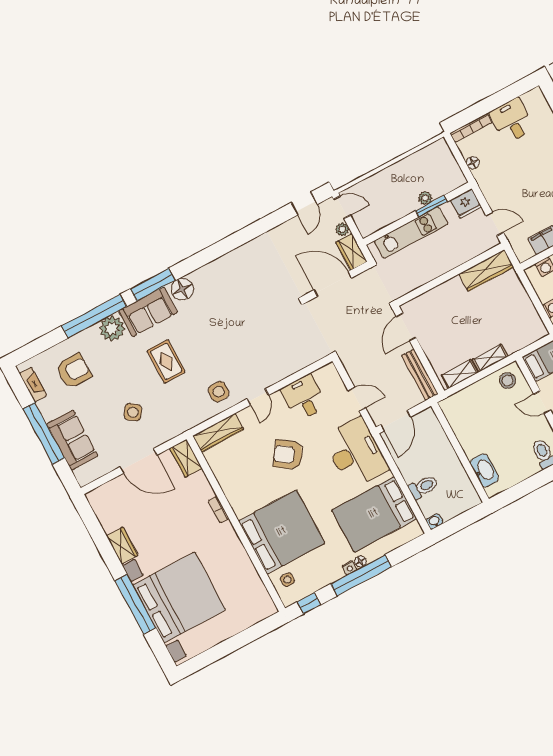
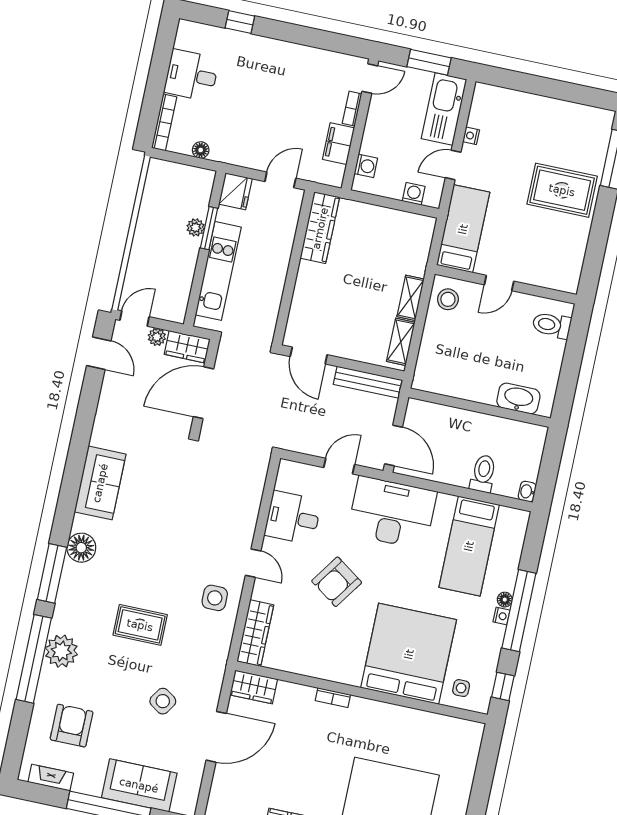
sofa: (148, 312) -> (100, 483), moved
bed: (374, 514) -> (469, 546), width x0.67

